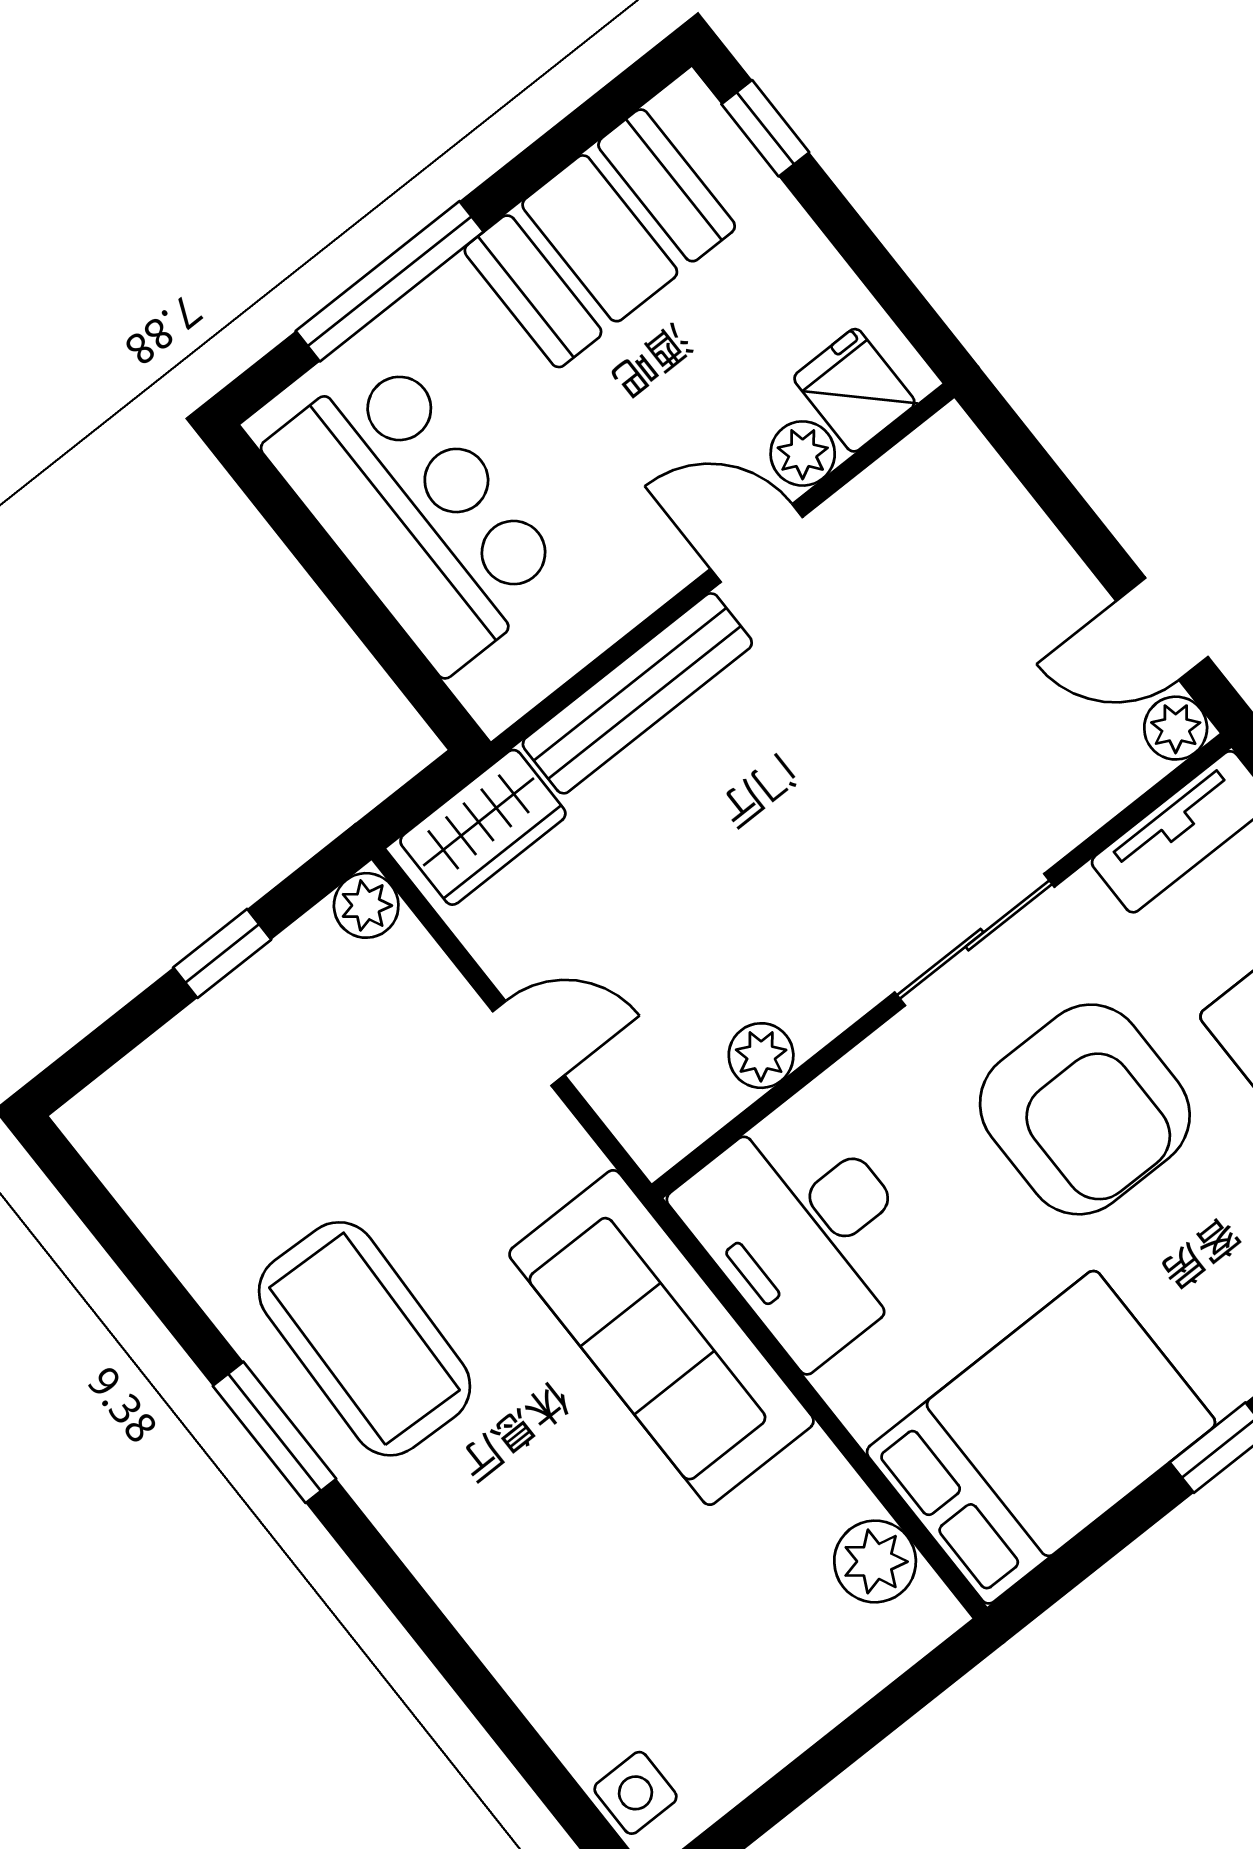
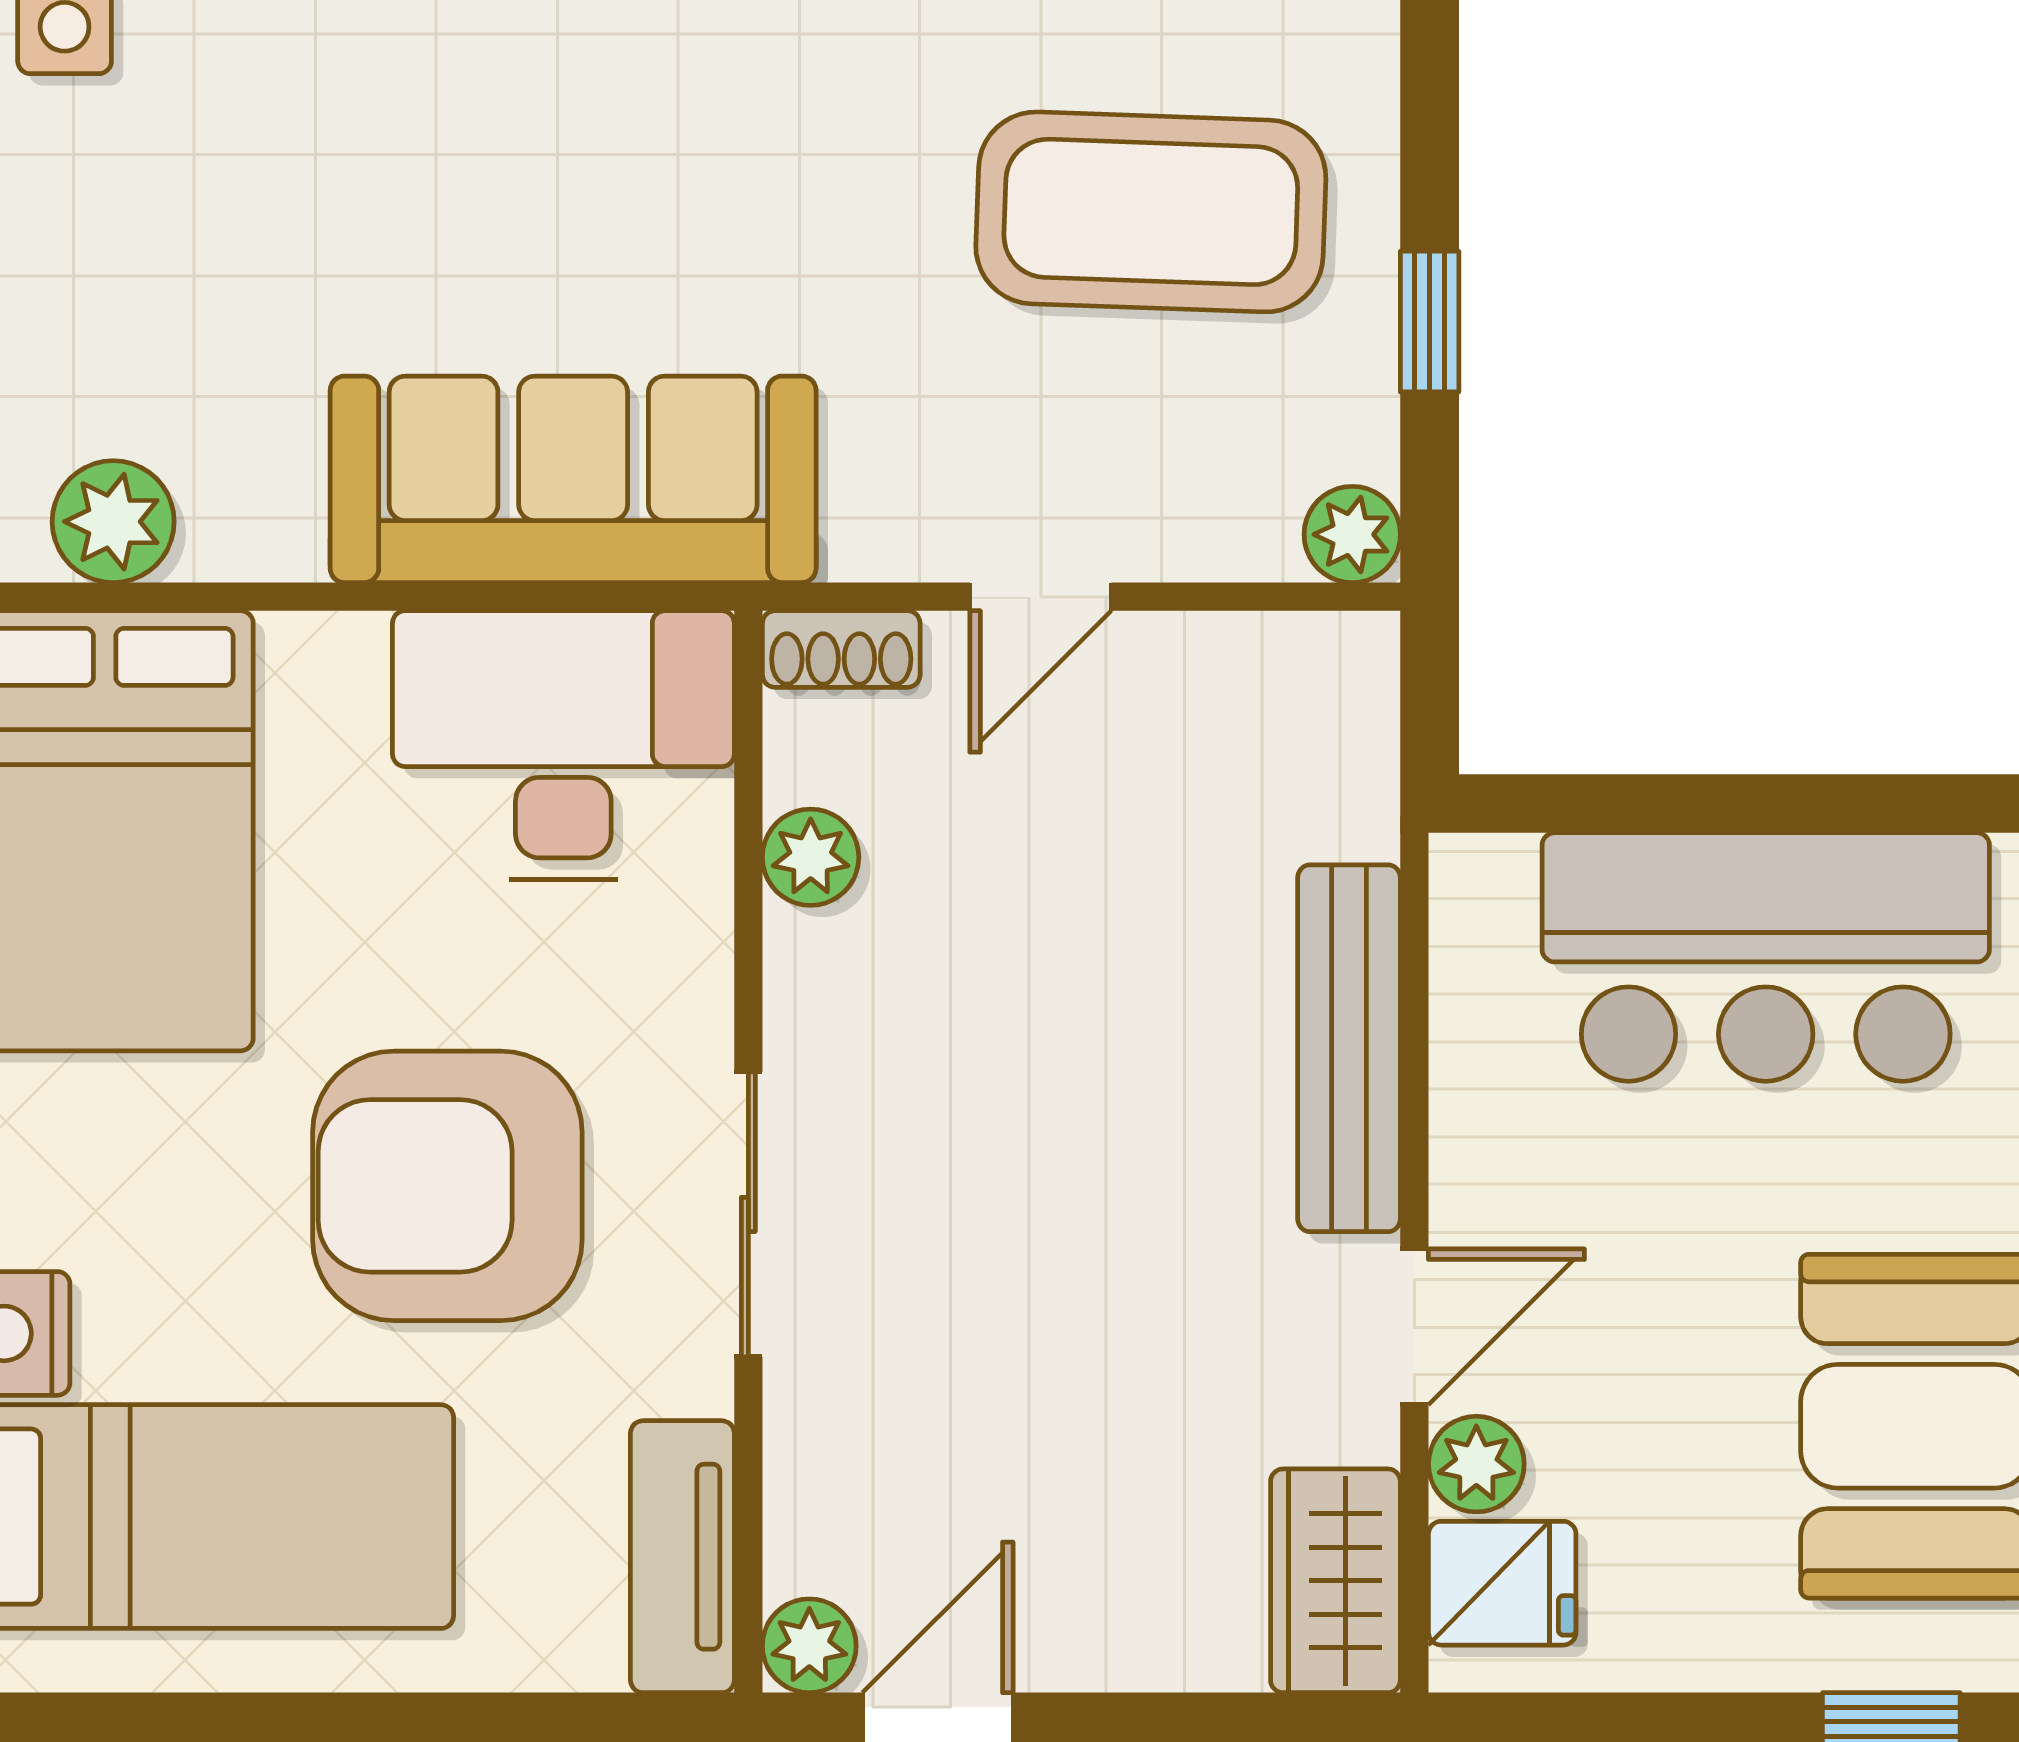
wardrobe: (483, 827) -> (1335, 1581), moved
shoe rack: (639, 1126) -> (841, 649), added
coffee table: (364, 1339) -> (1151, 212), moved

